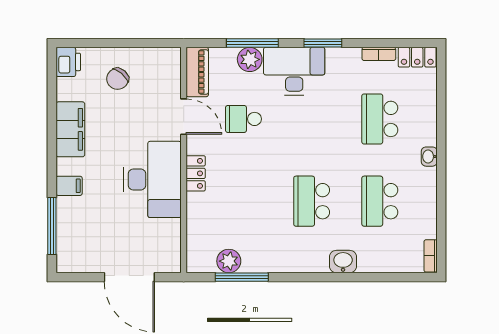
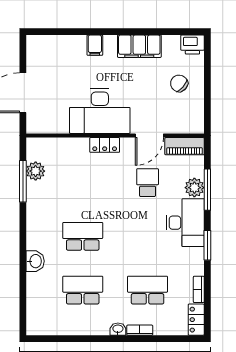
window: (52, 226) -> (63, 32), removed
bookcase: (431, 256) -> (140, 330), moved

